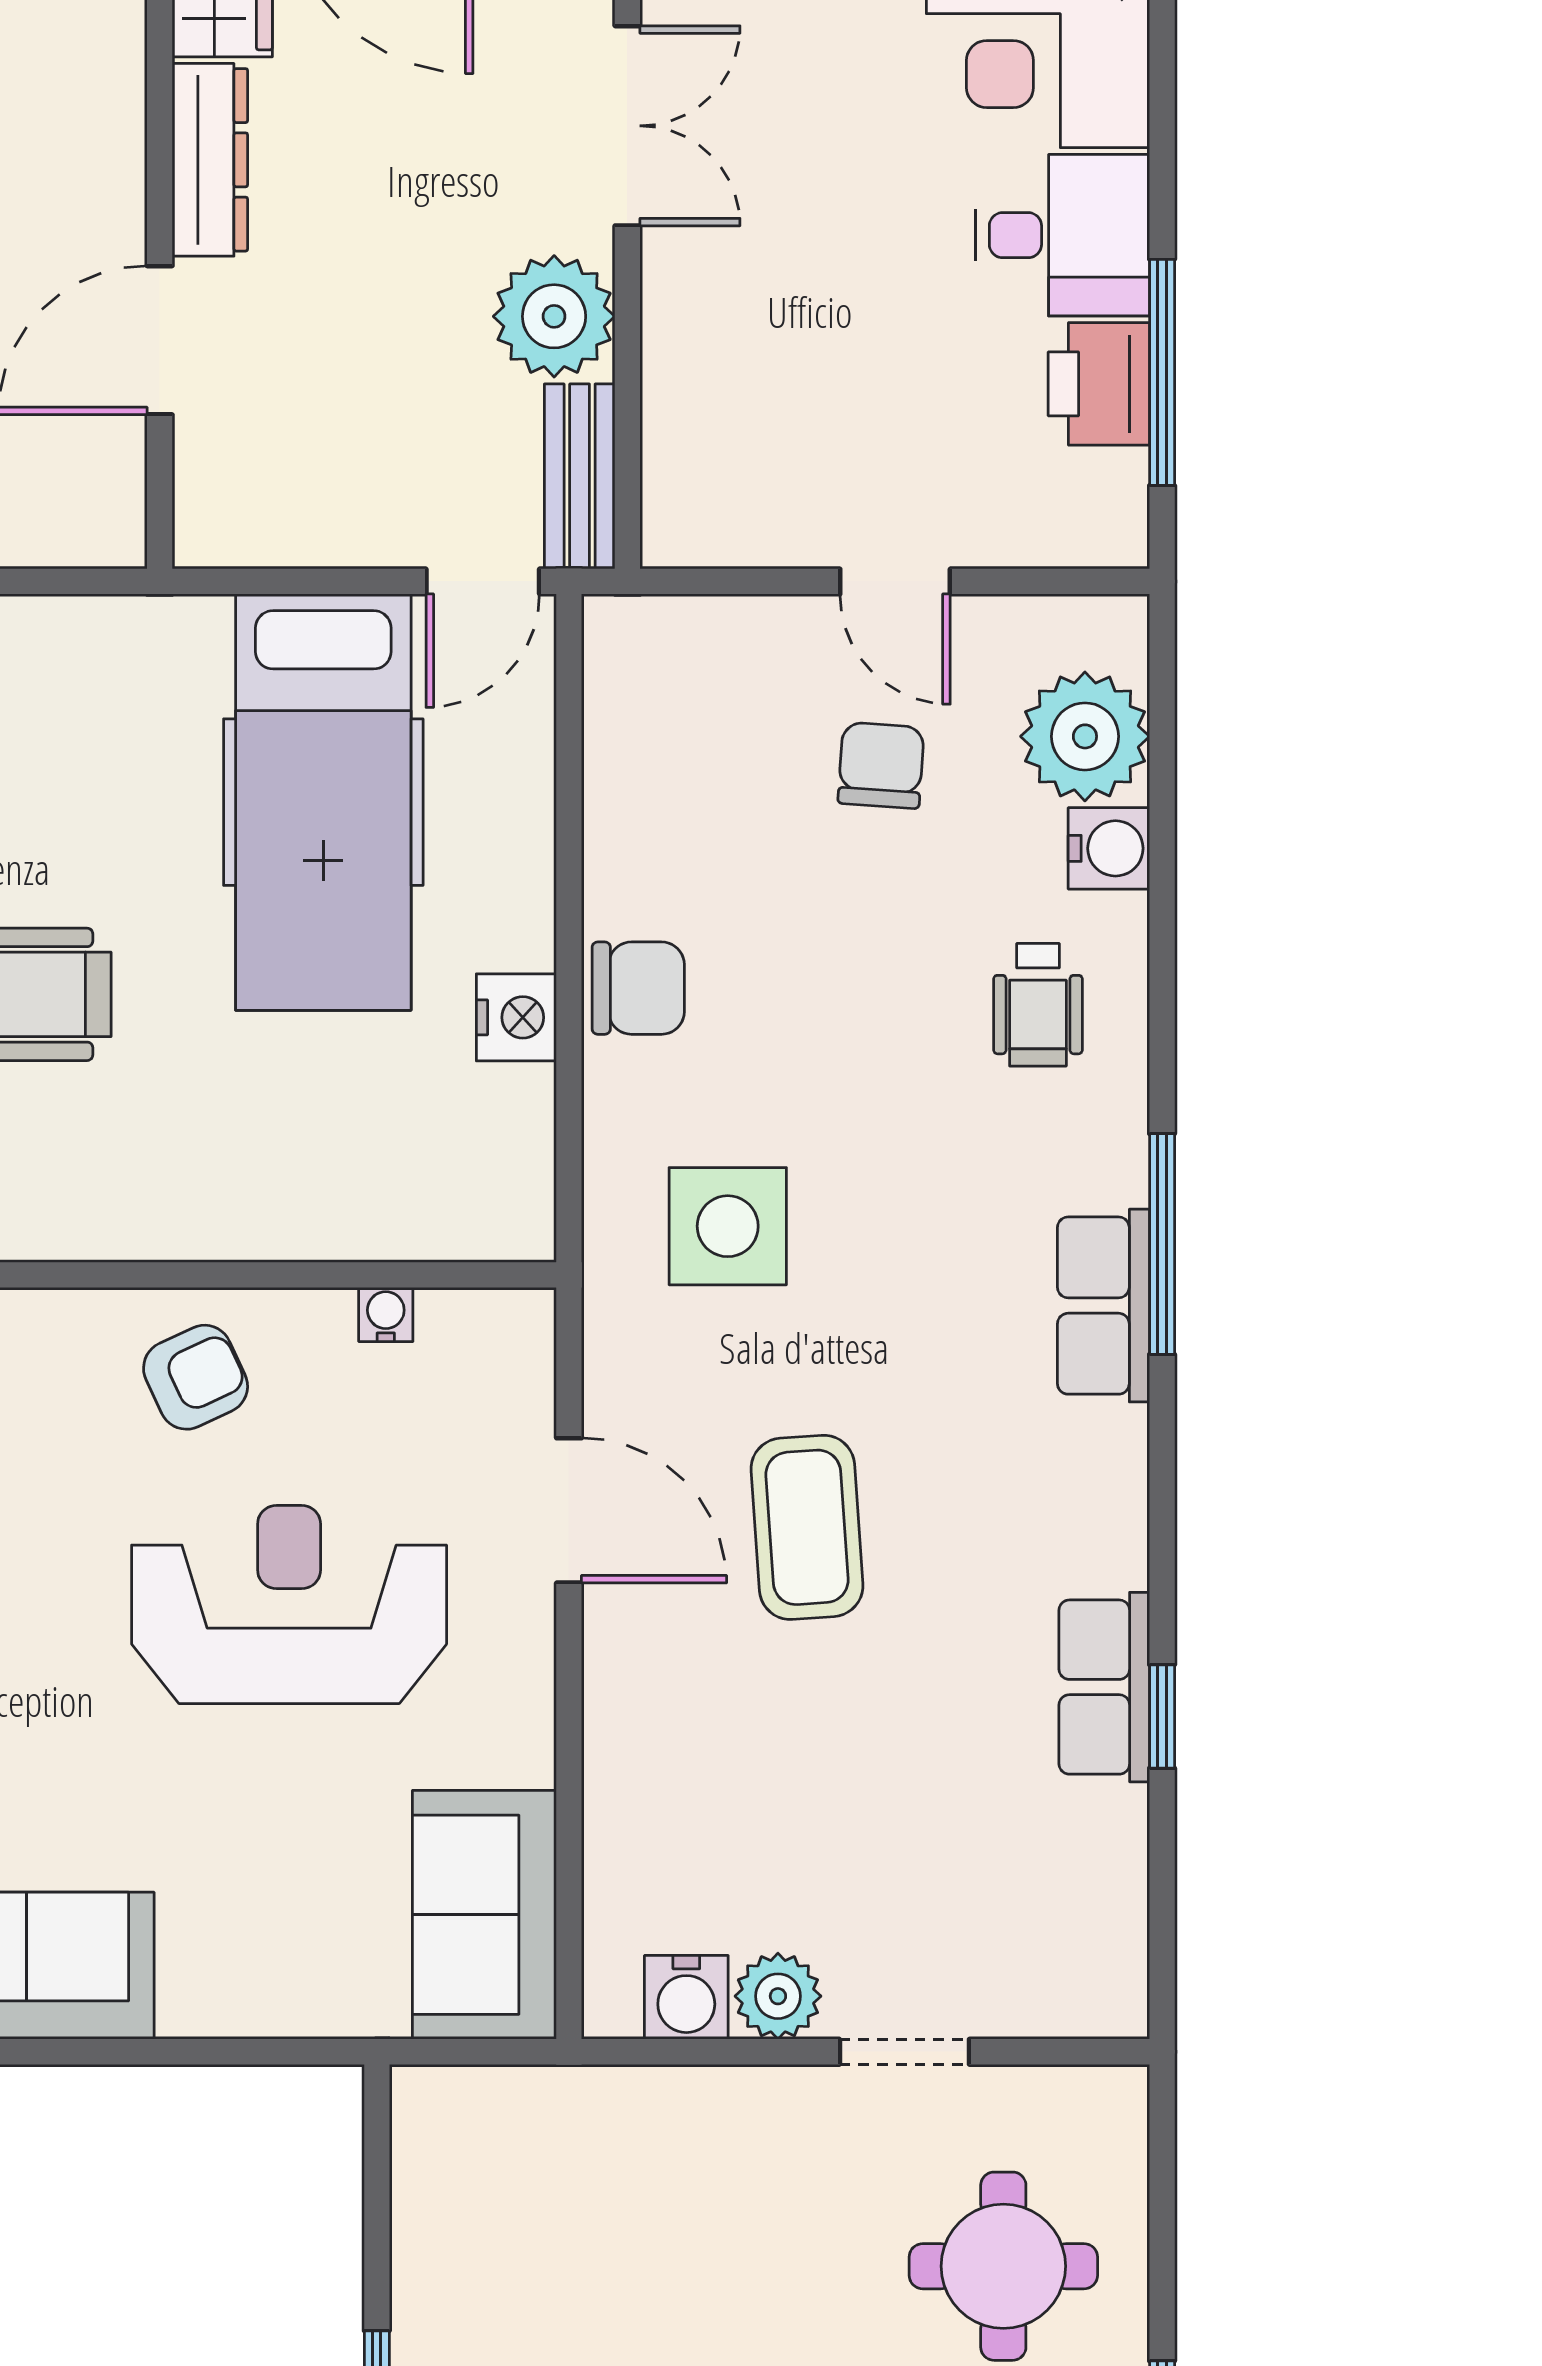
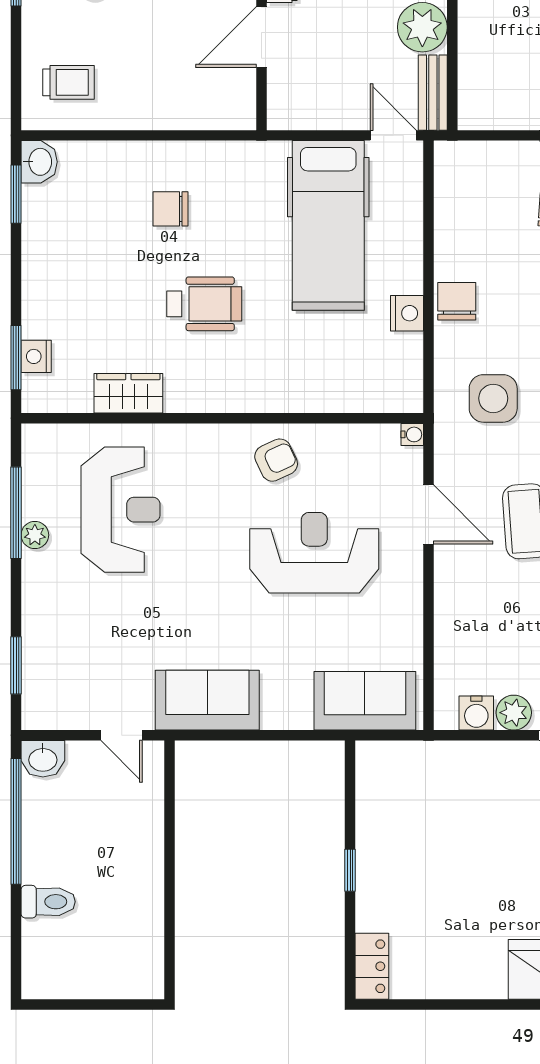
door: (483, 581) -> (393, 135), swing flipped
chair: (638, 988) -> (457, 301), turned -90
water cooler: (386, 1314) -> (412, 434), moved, turned 90
sofa: (484, 1915) -> (365, 701), moved, turned 90

